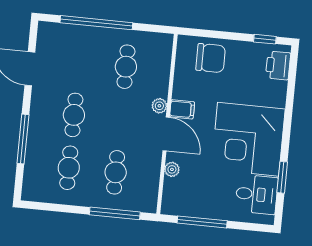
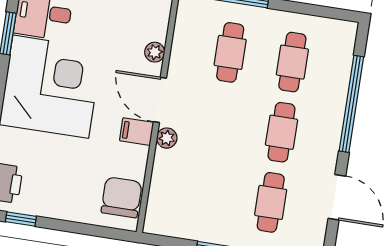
chair: (211, 58) -> (122, 197), moved, turned 90
cafe table: (126, 67) -> (271, 202), moved
window: (23, 139) -> (351, 104), width x1.46

